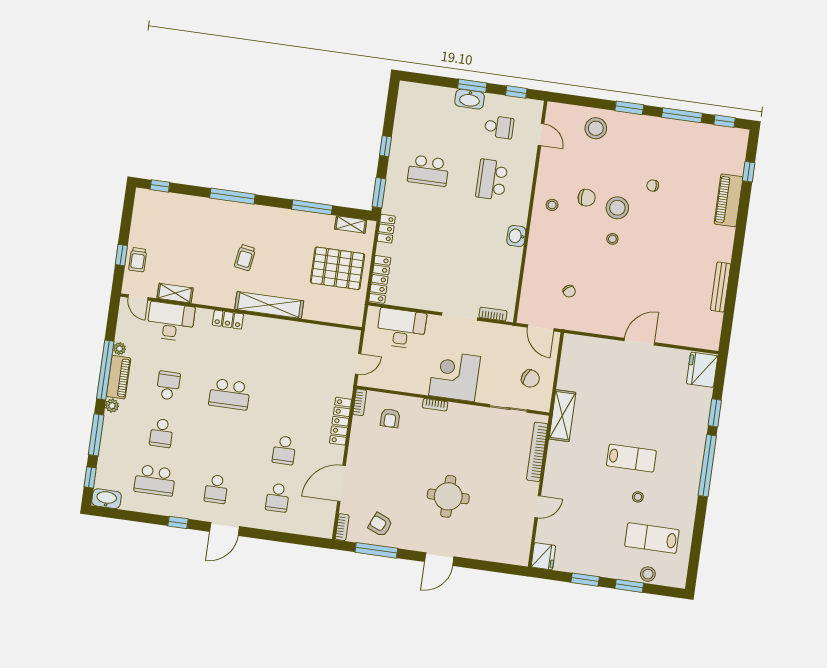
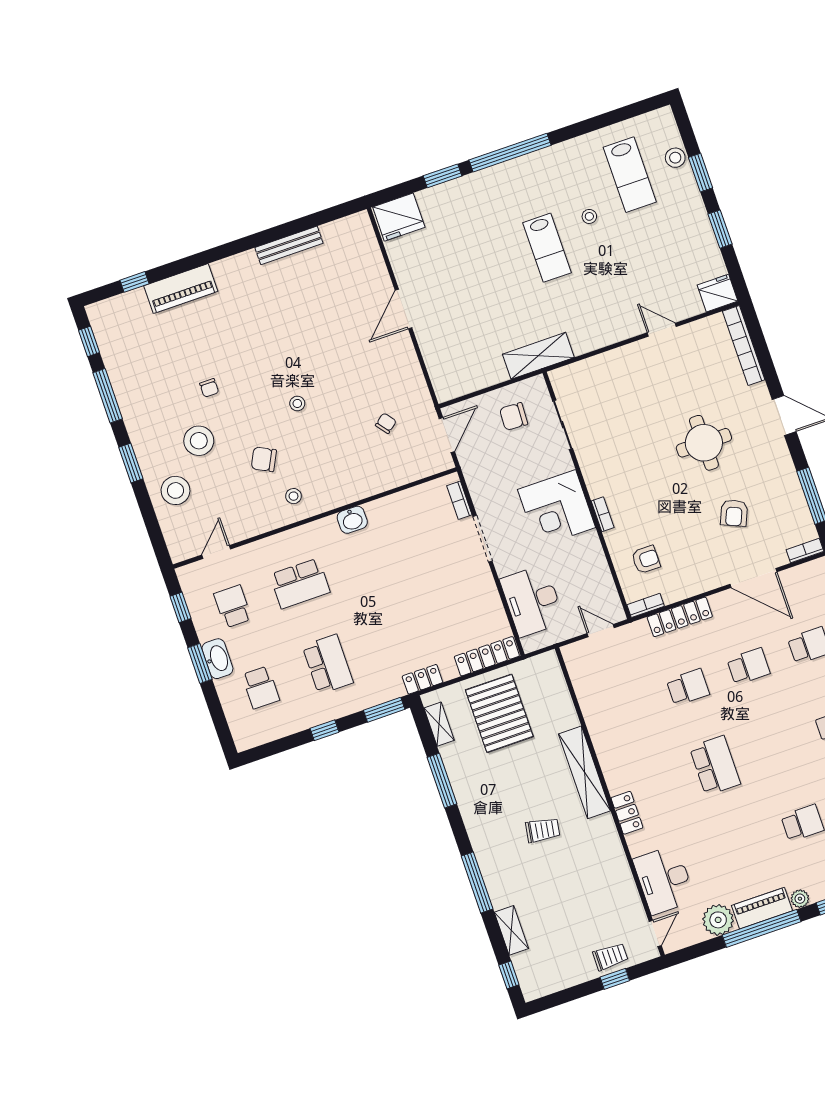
school desk: (436, 118) -> (261, 687), added
chair: (587, 198) -> (264, 459), turned -63
stool: (617, 208) -> (199, 441), moved
shelving: (175, 293) -> (511, 930), moved
door: (639, 342) -> (403, 309), hinge flipped
plant: (119, 349) -> (718, 920), width x1.88, depth x1.88
chair: (530, 379) -> (514, 416), turned -110
school desk: (168, 386) -> (688, 687), moved, turned 180
bookcase: (537, 452) -> (744, 345), moved, turned 90
lab bench: (631, 458) -> (547, 248), turned 180
armchair: (380, 525) -> (734, 513), moved

